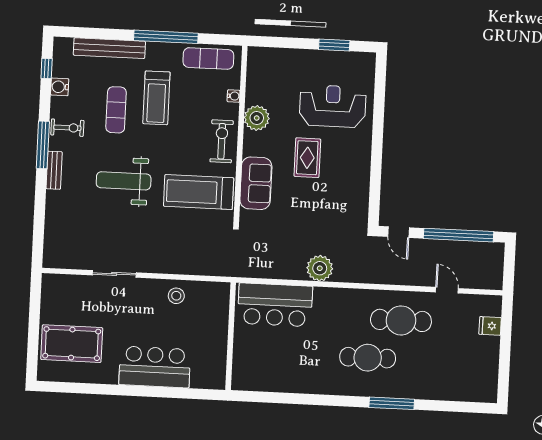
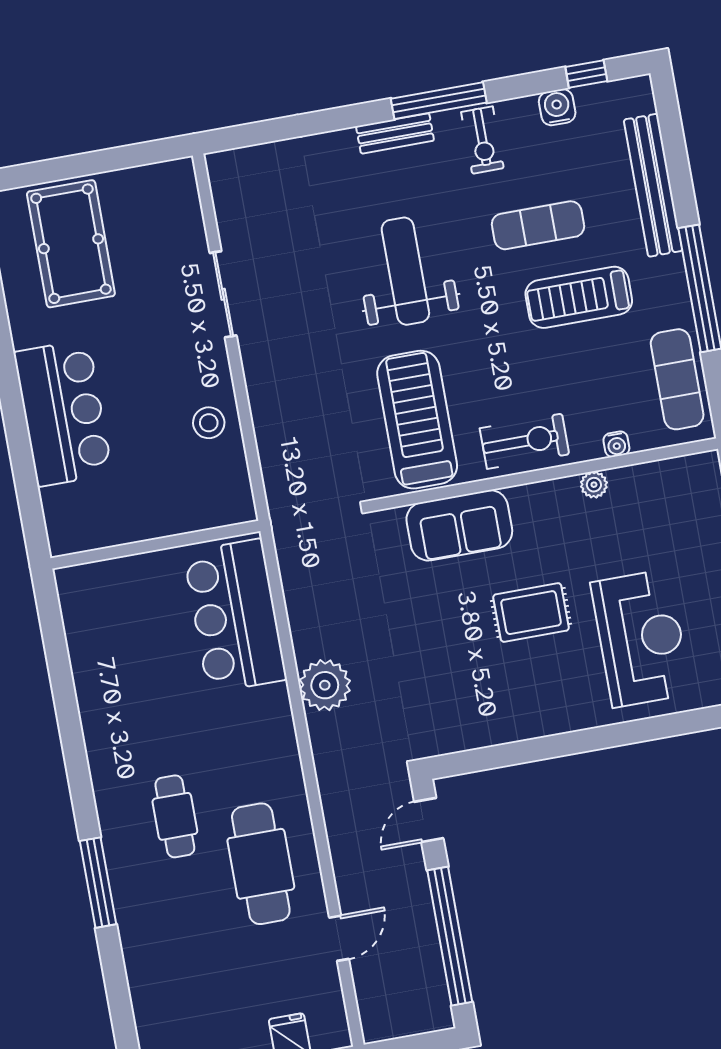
plant: (257, 118) -> (594, 485), width x0.53, depth x0.53
cafe table: (368, 358) -> (175, 816), width x0.73, depth x0.74

